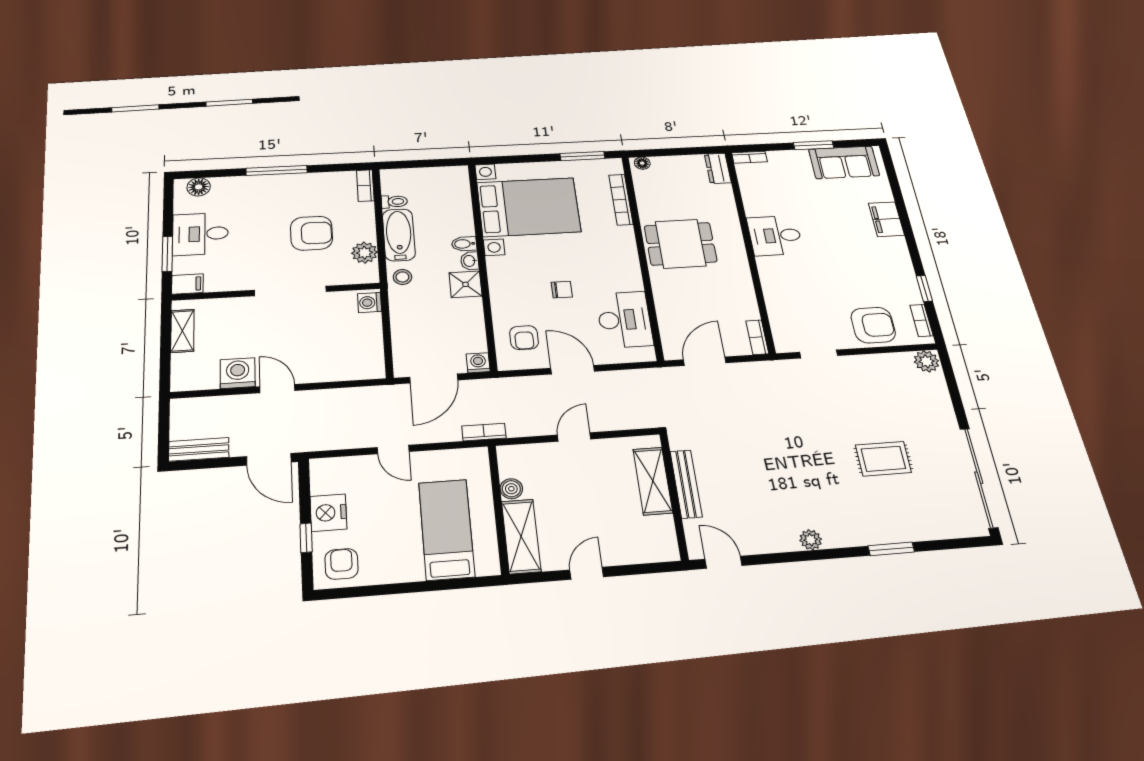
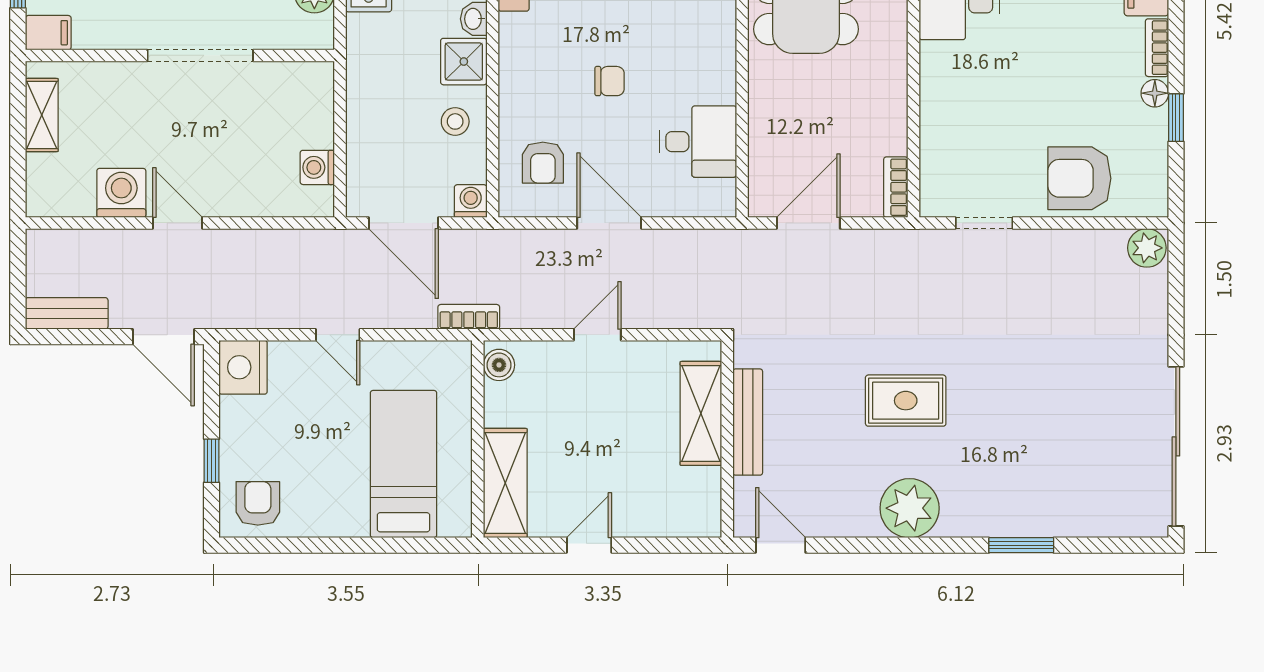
floor lamp: (908, 276) -> (1155, 93), added
stool: (402, 277) -> (455, 121), moved
washing machine: (370, 303) -> (317, 167), moved
desk: (624, 320) -> (698, 142), width x0.73
bookcase: (921, 320) -> (1157, 48), moved
armchair: (873, 325) -> (1079, 178), turned 180
door: (434, 379) -> (403, 223), hinge flipped
rug: (883, 459) -> (906, 401), moved
boiler: (511, 489) -> (499, 365), moved
nightstand: (328, 513) -> (243, 367), moved
plant: (811, 540) -> (910, 508), width x1.87, depth x1.87

